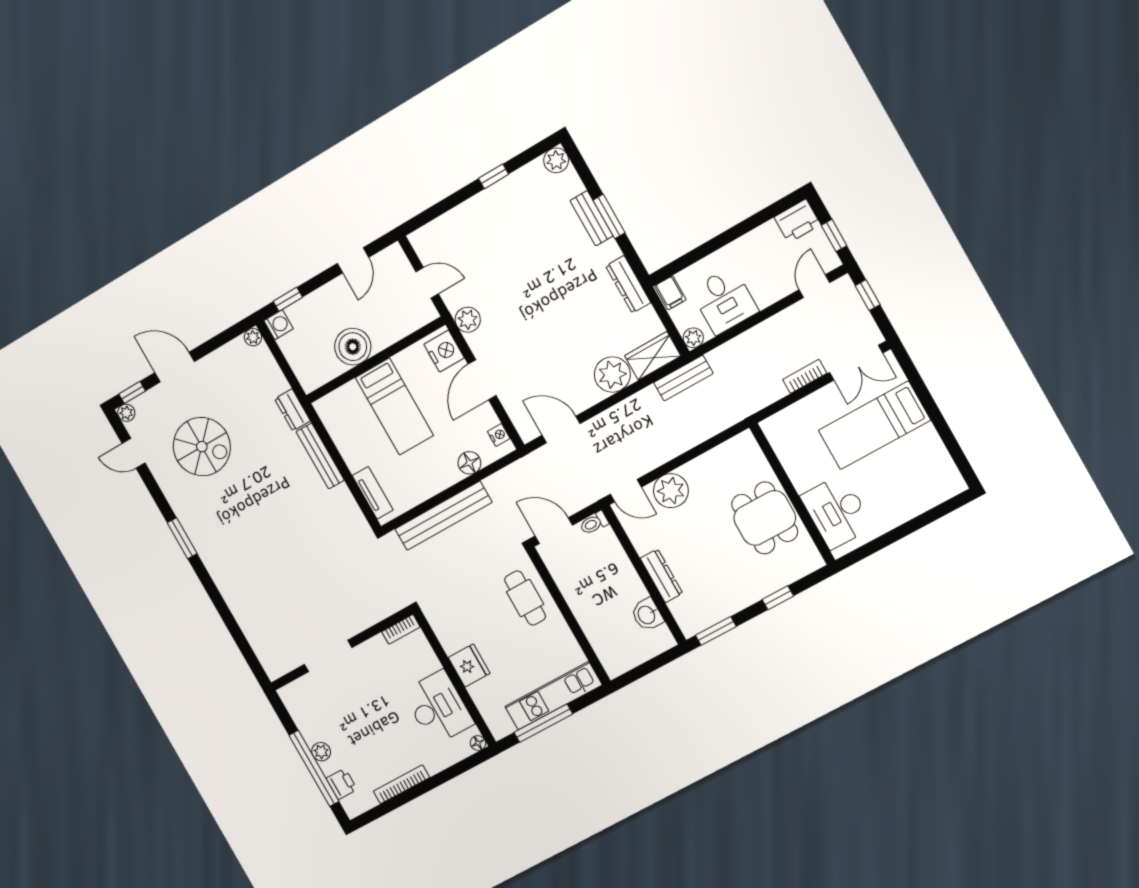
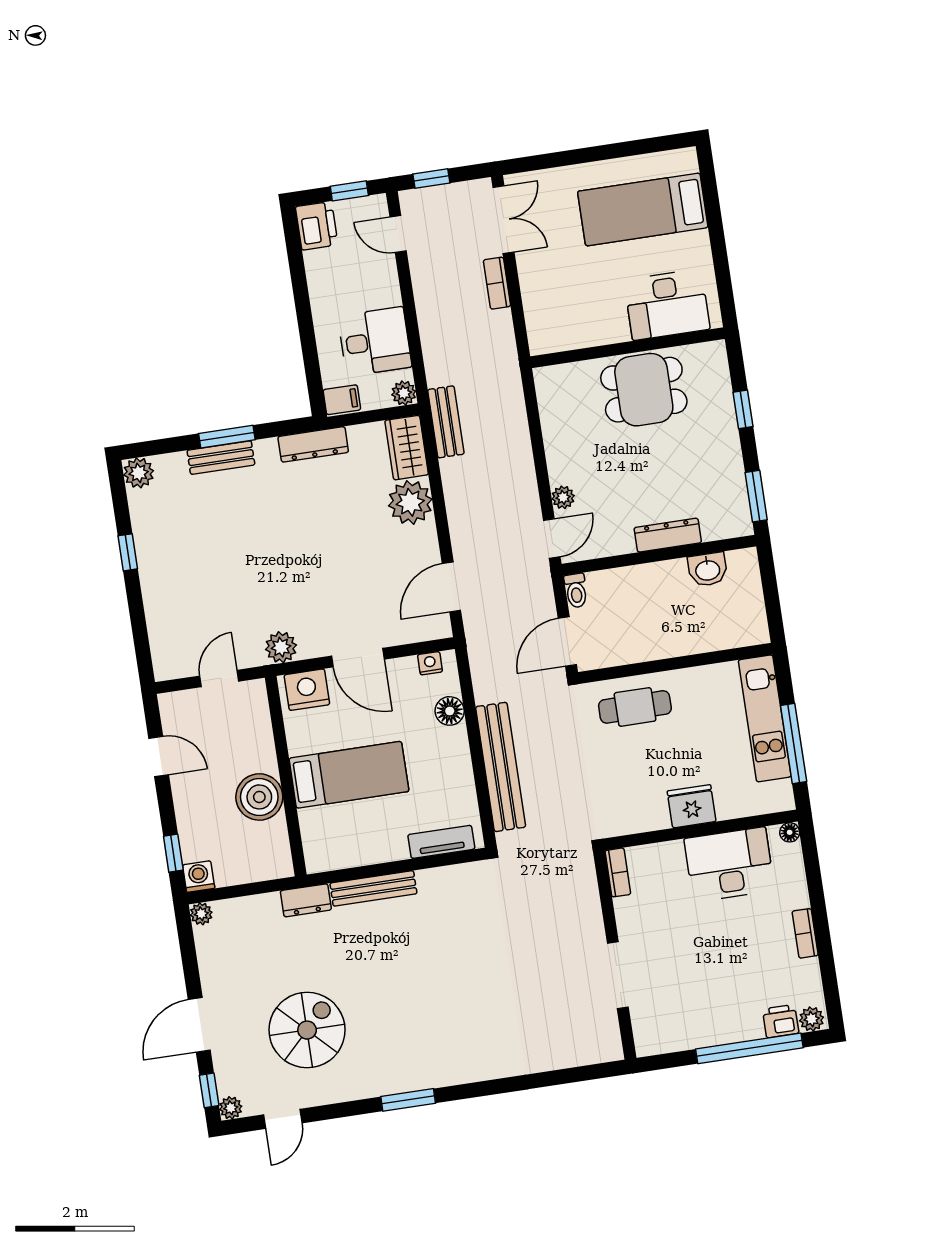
bed: (874, 425) -> (643, 209), moved, turned 90
plant: (671, 491) -> (563, 497), width x0.53, depth x0.53
plant: (321, 752) -> (812, 1019), moved
bookcase: (401, 784) -> (805, 933), width x0.64

